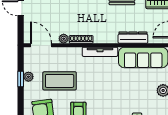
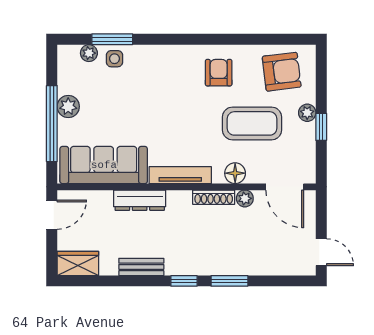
dresser: (133, 38) -> (140, 200), moved
floor lamp: (69, 53) -> (235, 173), added
plant: (28, 77) -> (307, 113), moved

